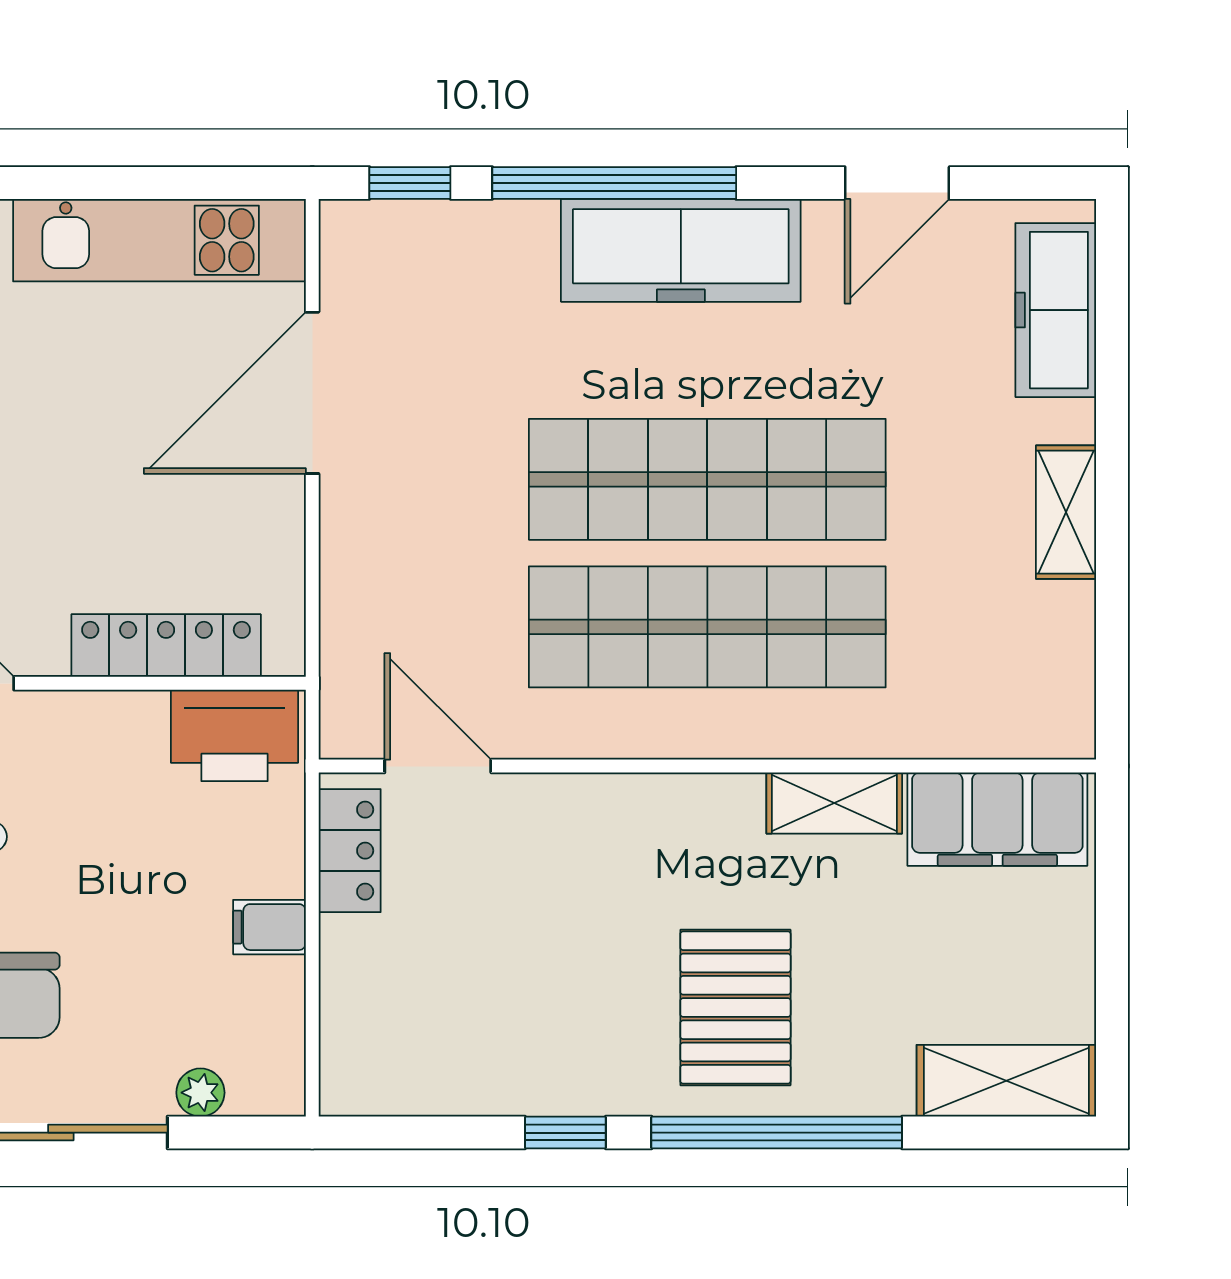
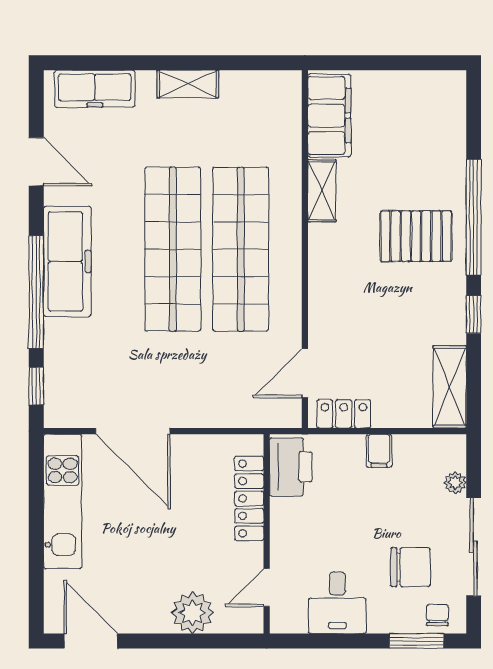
shelving: (1006, 1081) -> (450, 387), moved

